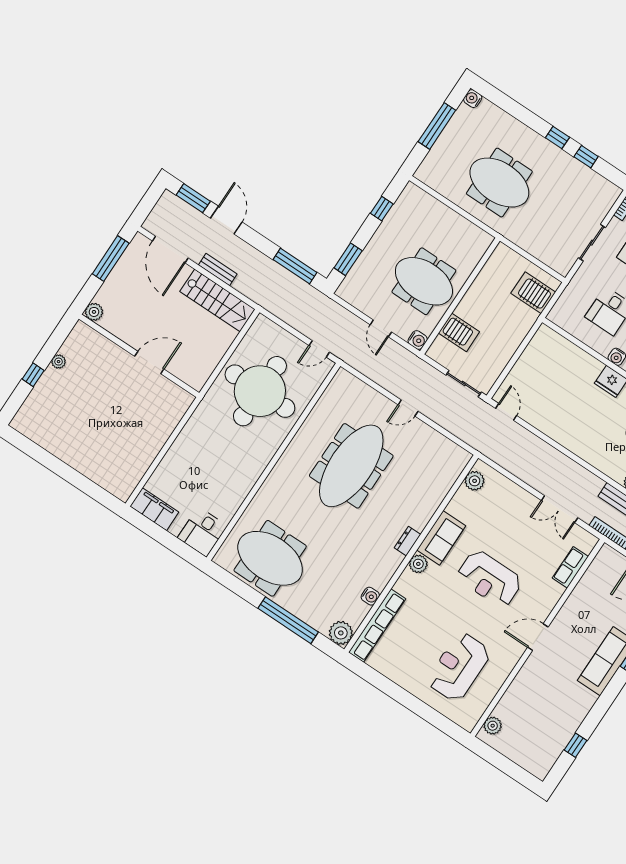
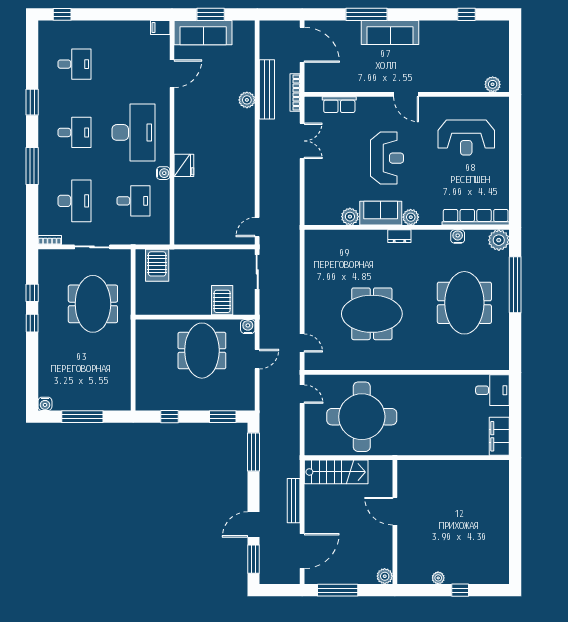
meeting table: (499, 183) -> (93, 304), moved
bench: (218, 270) -> (294, 501), width x1.36
stairs: (217, 300) -> (336, 472), moved, turned 90
door: (408, 408) -> (302, 343), moved
meeting table: (351, 466) -> (372, 314), width x0.73
plant: (475, 481) -> (350, 217), moved
meeting table: (270, 558) -> (464, 303), moved

